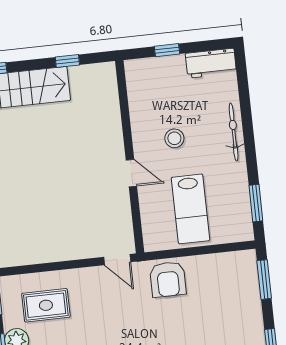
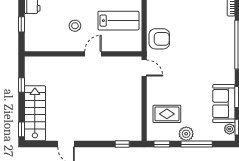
door: (117, 260) -> (144, 68), hinge flipped
rug: (46, 305) -> (167, 114), turned 90

